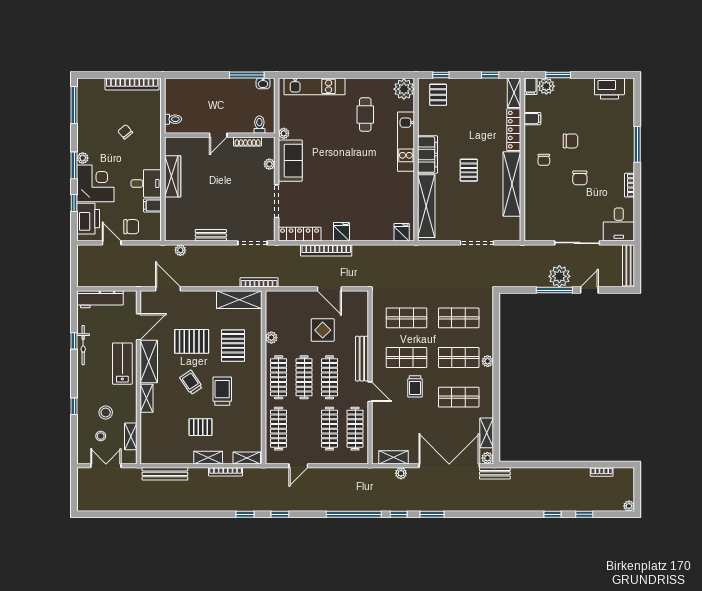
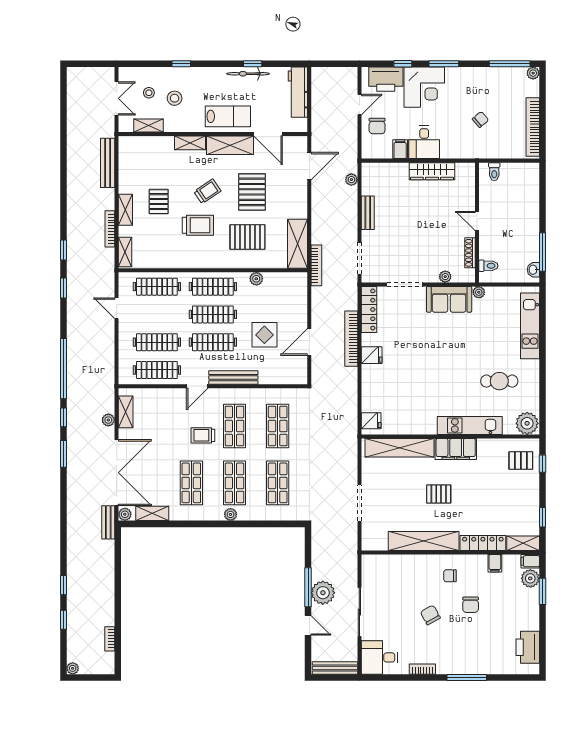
plant: (83, 158) -> (533, 73), moved
chair: (580, 178) -> (430, 615), turned 61

